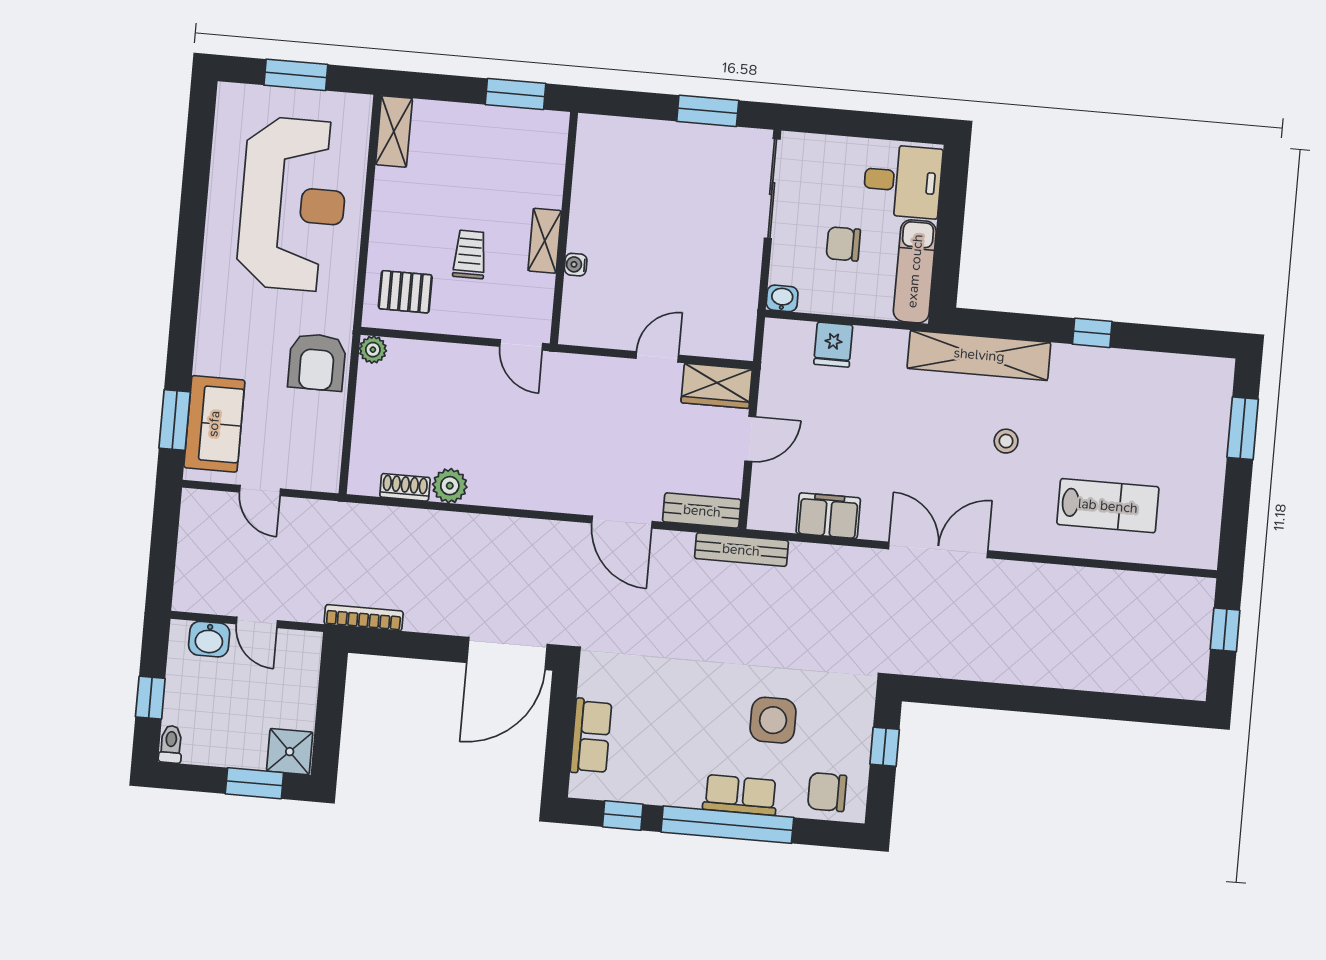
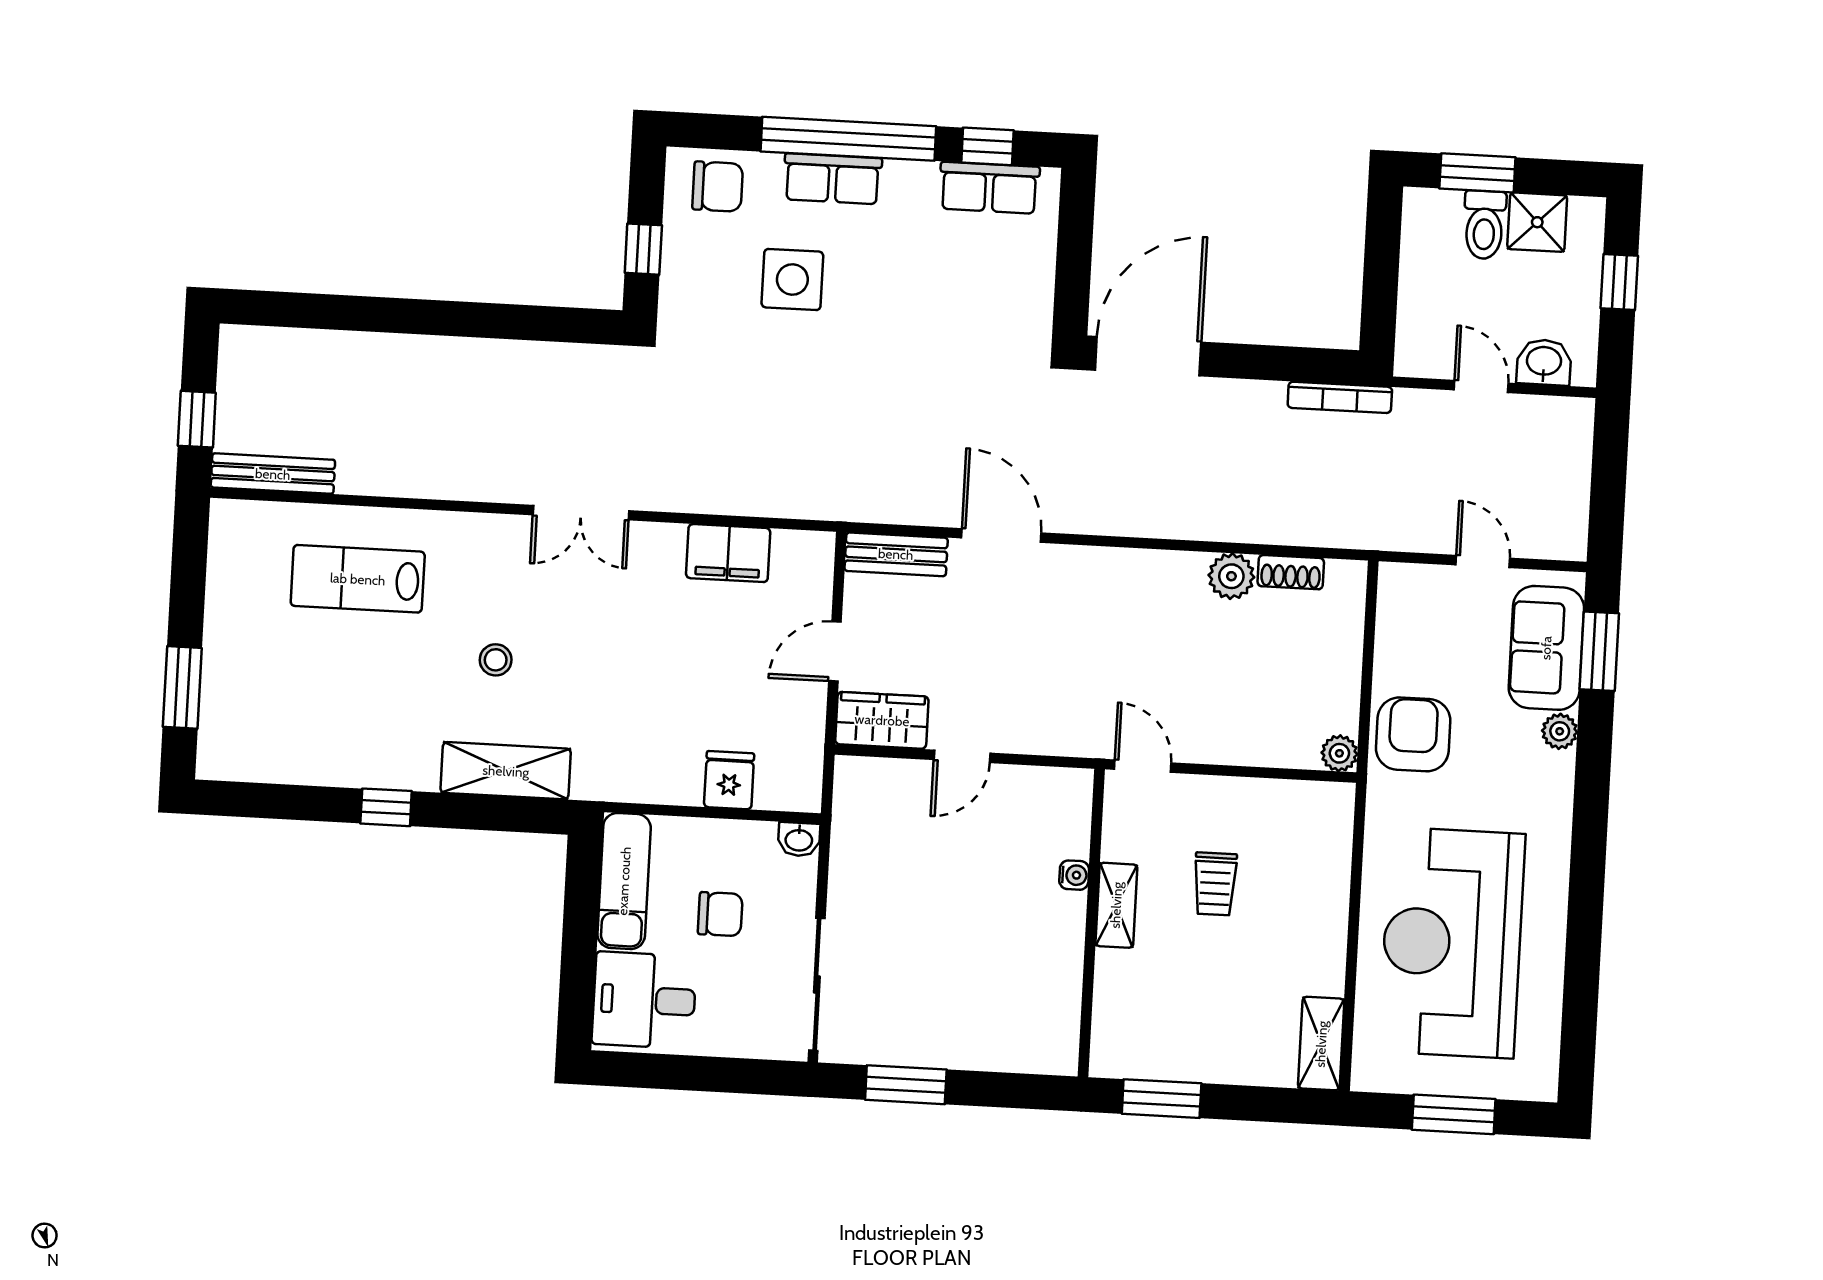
pallet: (405, 292) -> (1299, 831), removed
shelving: (979, 355) -> (506, 771), width x0.68
plant: (206, 361) -> (1560, 731), added
bench: (741, 550) -> (273, 474), moved
double door: (938, 550) -> (581, 513), width x0.73
row of seats: (591, 736) -> (989, 188), moved, turned -90
toilet: (171, 744) -> (1484, 225), moved, width x1.37, depth x1.39
shower: (290, 752) -> (1537, 222), moved

